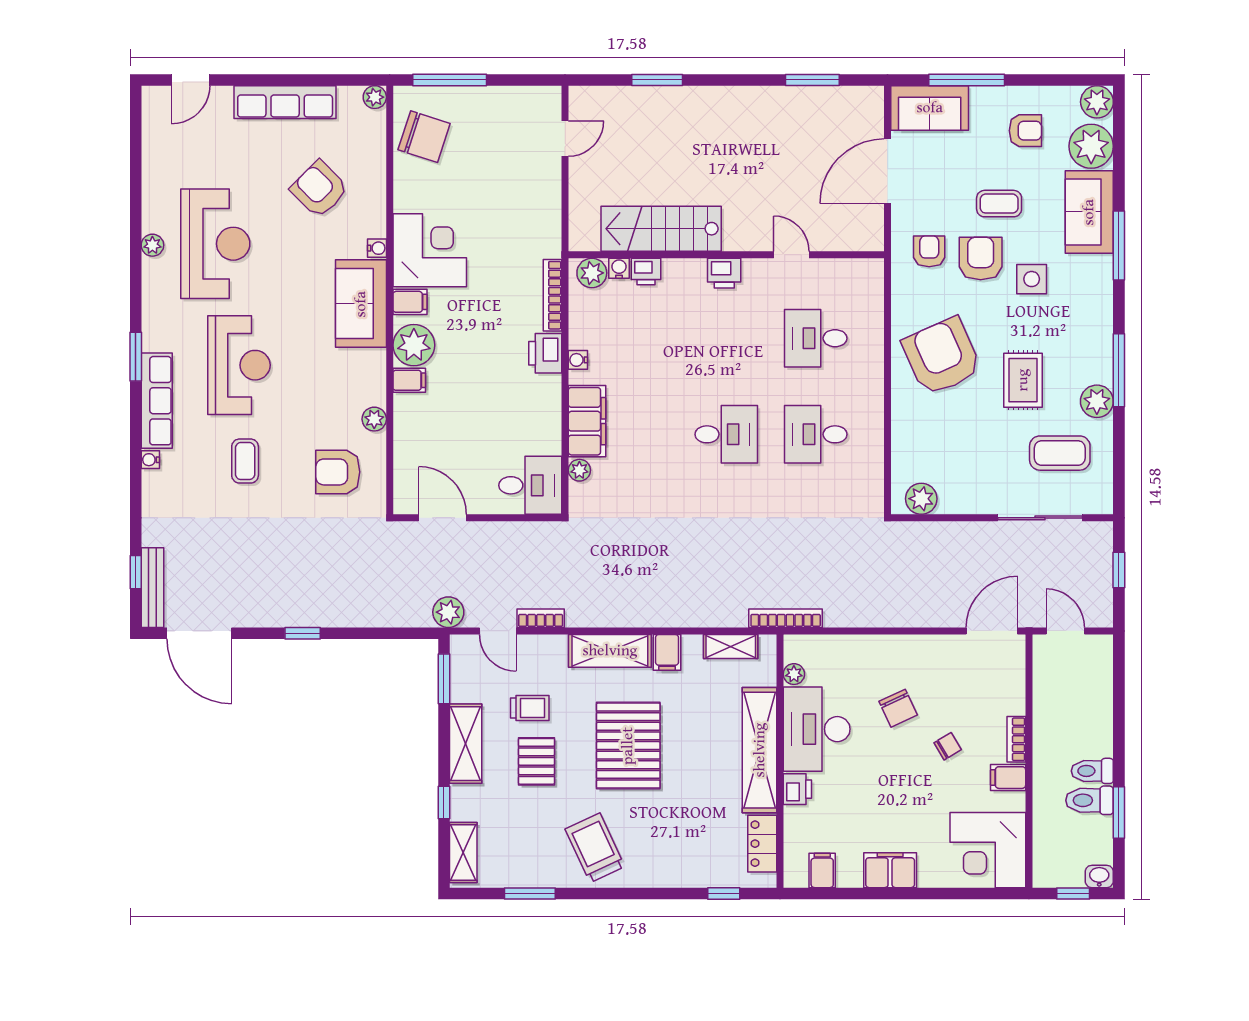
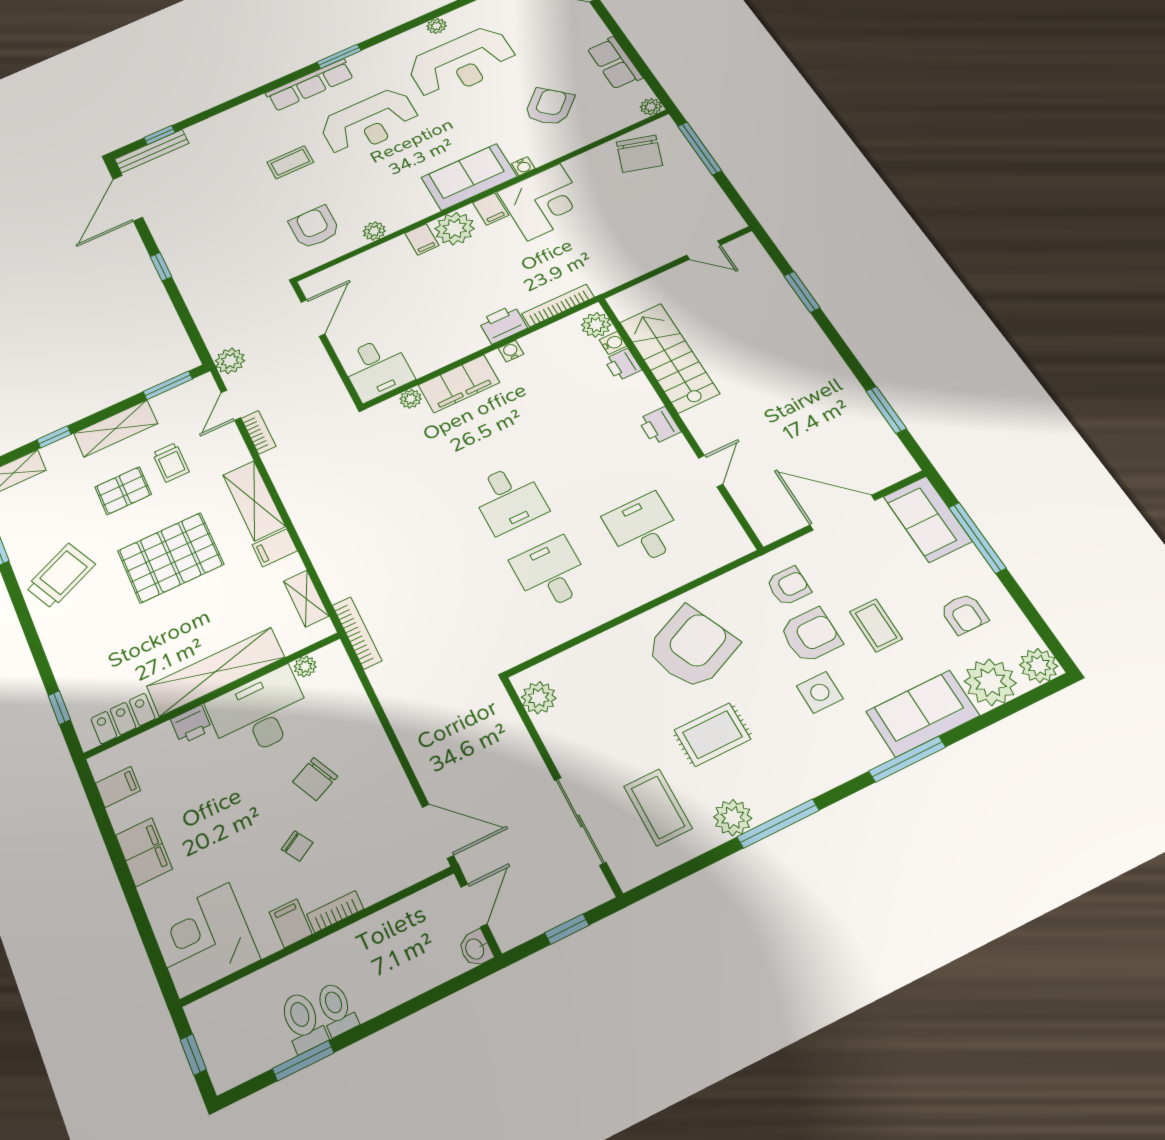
row of seats: (285, 102) -> (615, 63), width x0.68
water cooler: (150, 460) -> (259, 103), removed
washbasin: (1099, 876) -> (475, 949), moved, turned 180

